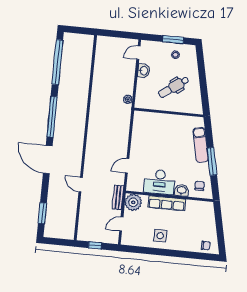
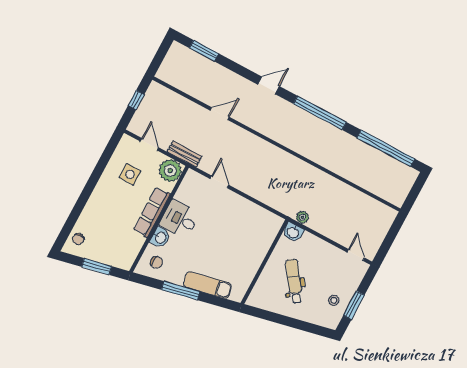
washbasin: (144, 71) -> (293, 232), moved
door: (48, 160) -> (268, 85), width x0.53
desk: (160, 182) -> (180, 219), width x0.73
window: (219, 225) -> (97, 266), added
side table: (160, 236) -> (130, 174), moved

